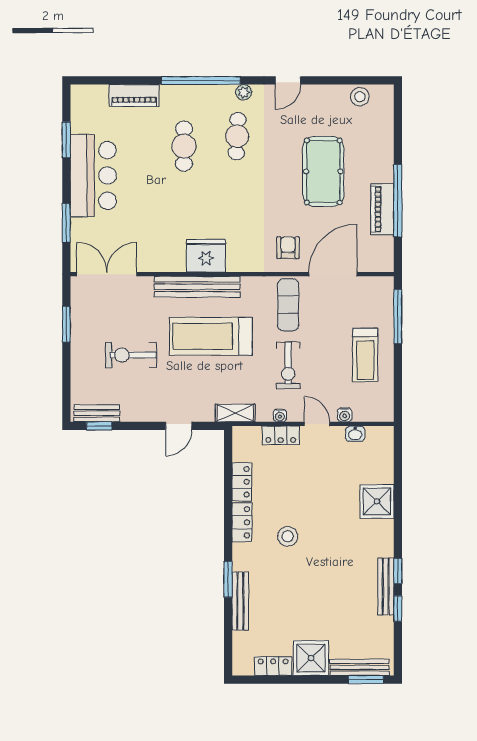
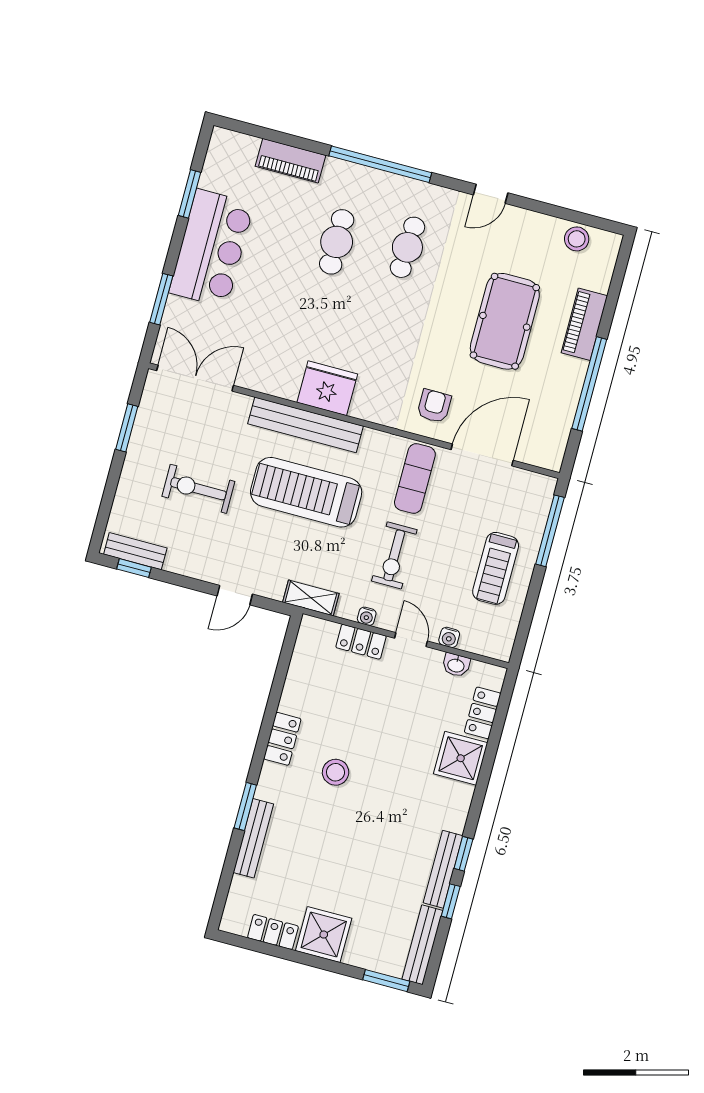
plant: (244, 92) -> (431, 194), removed
piano: (382, 209) -> (584, 324), moved
locker: (242, 482) -> (483, 713), moved, turned 180
bench: (359, 667) -> (422, 945), moved, turned 90

